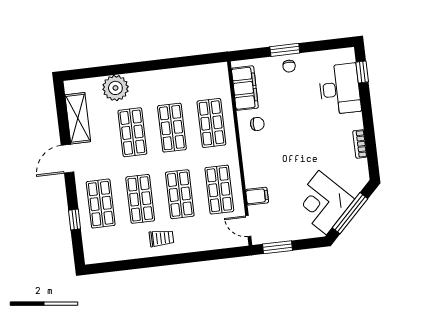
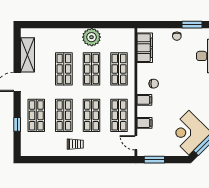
window: (285, 50) -> (192, 25), moved
plant: (115, 88) -> (92, 37), moved
chair: (257, 124) -> (154, 84), moved
filing cabinet: (253, 163) -> (144, 100), added

